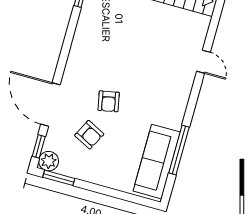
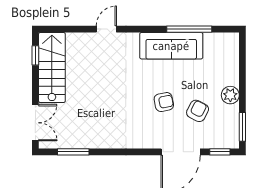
plant: (49, 161) -> (230, 95), moved
sofa: (157, 162) -> (171, 46), moved

